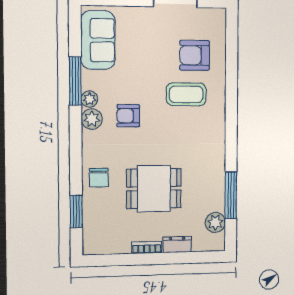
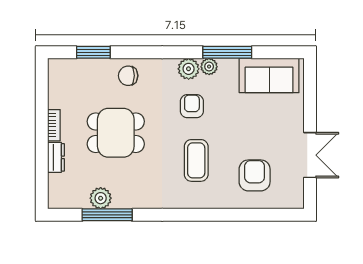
coffee table: (186, 94) -> (196, 160), moved
dining table: (154, 189) -> (116, 133), turned 90
plant: (215, 222) -> (101, 198), moved

